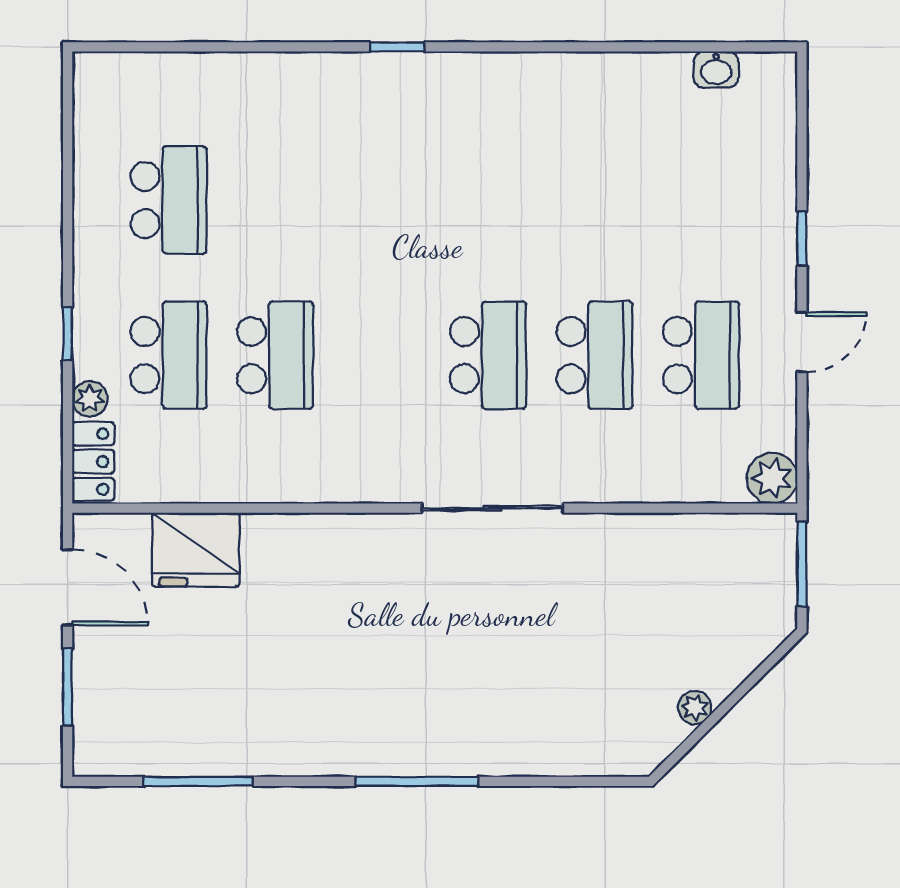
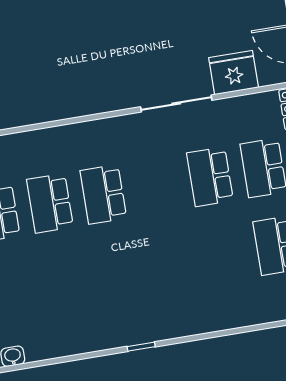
window: (397, 47) -> (141, 347), moved
sliding door: (492, 508) -> (176, 104), moved

